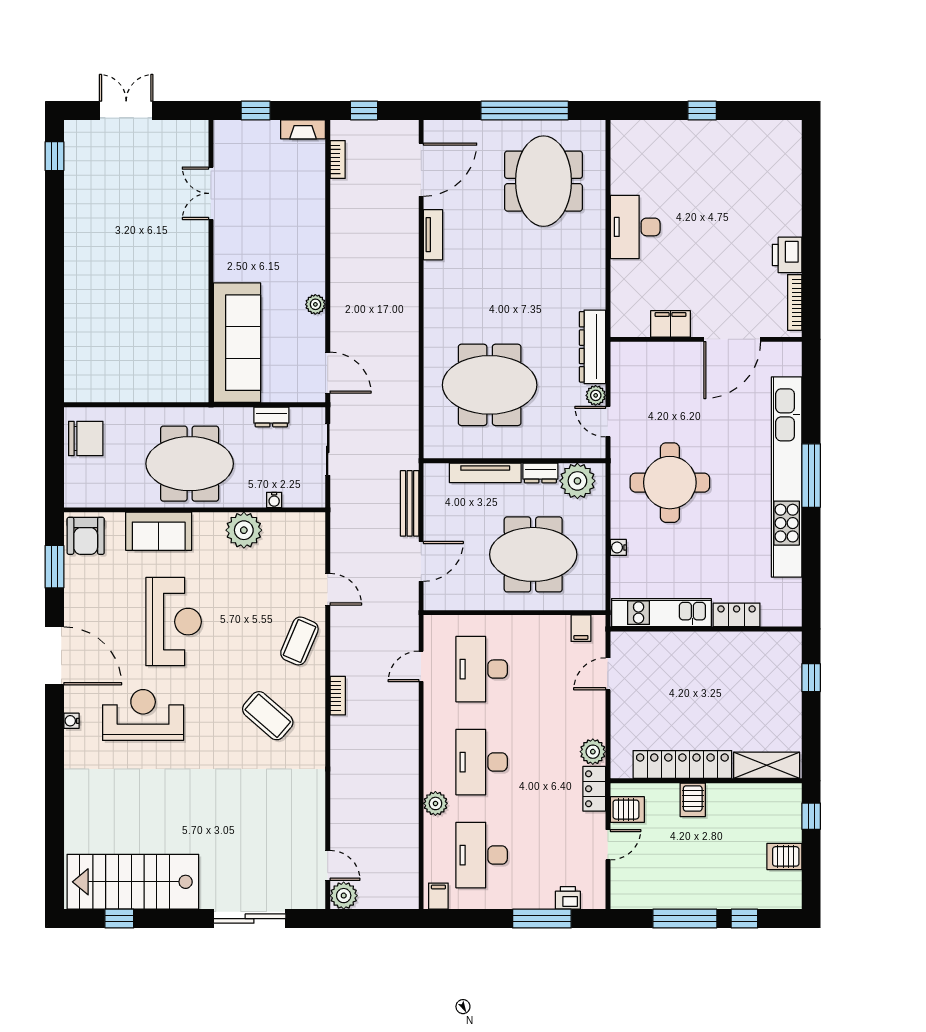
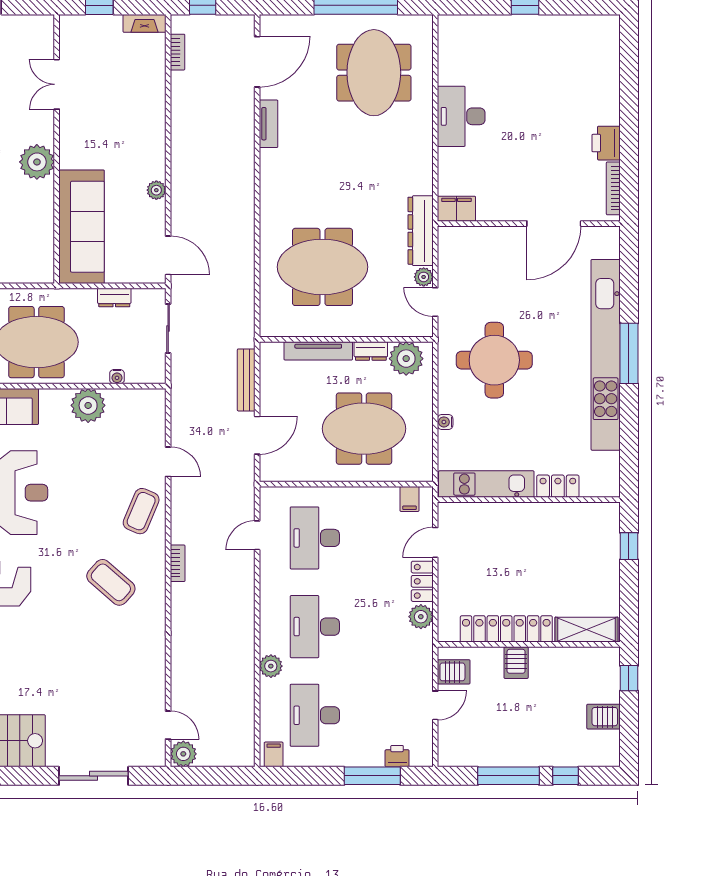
plant: (190, 275) -> (37, 162), added
filing cabinet: (670, 324) -> (456, 209), moved
locker: (594, 789) -> (422, 581), moved

